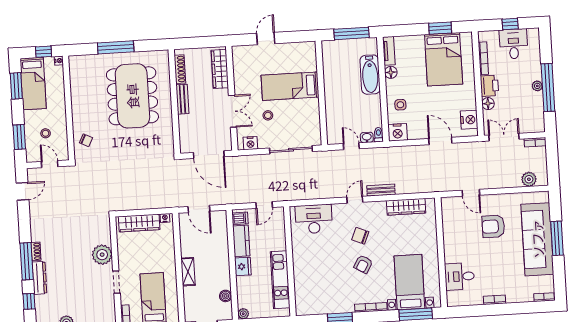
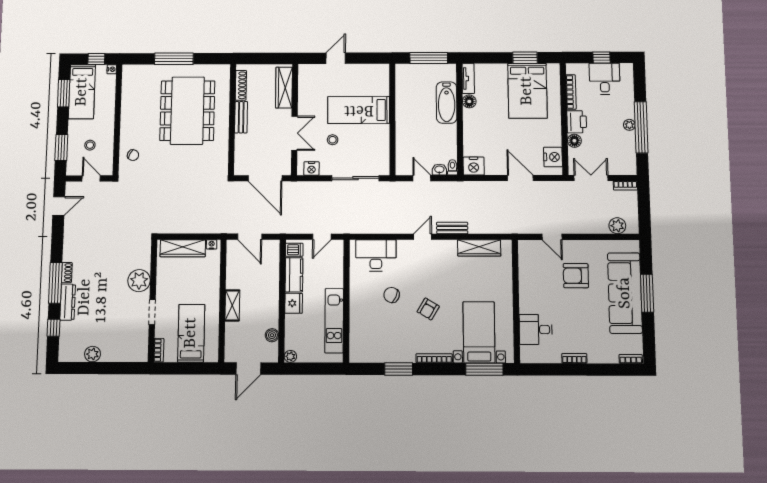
side table: (400, 105) -> (478, 137), removed
chair: (360, 236) -> (392, 295), moved

